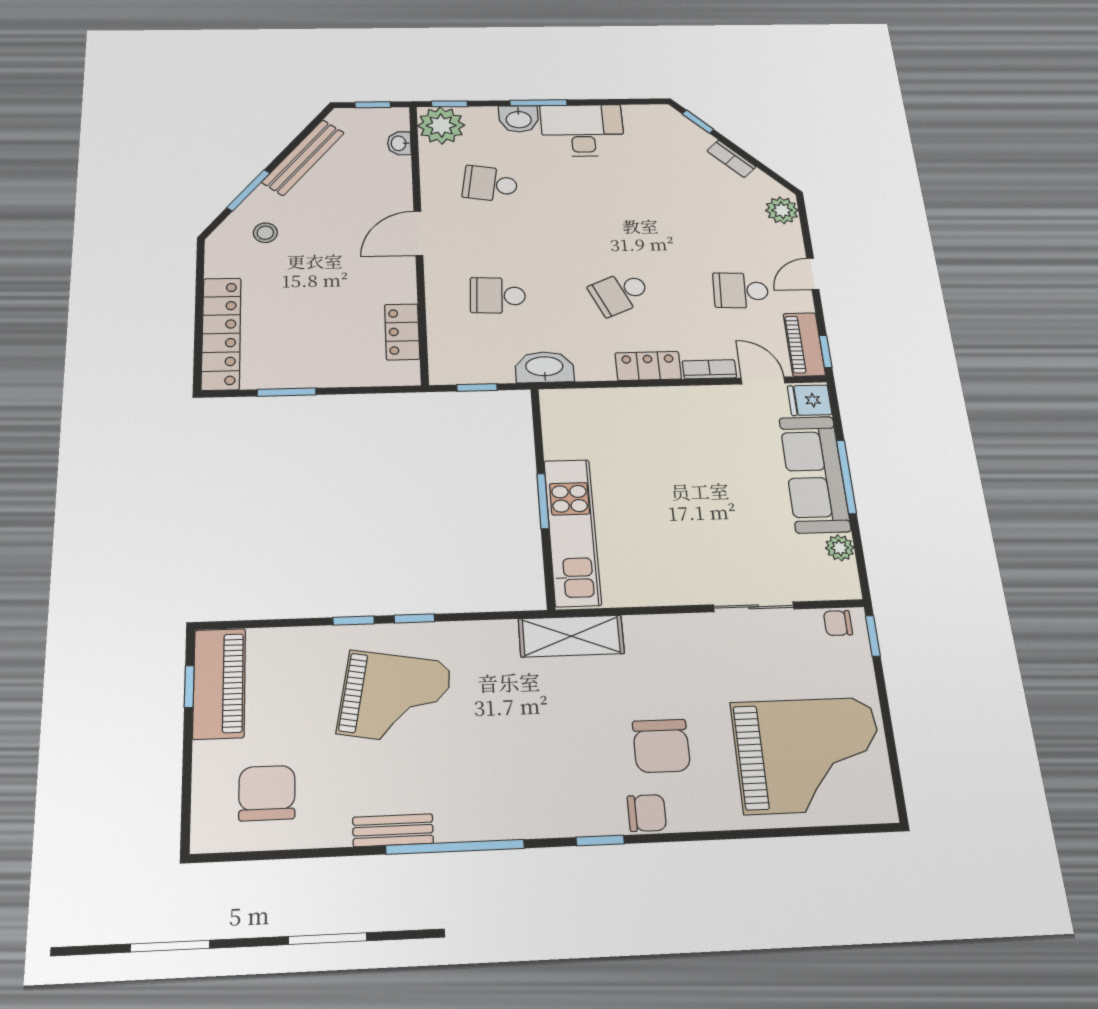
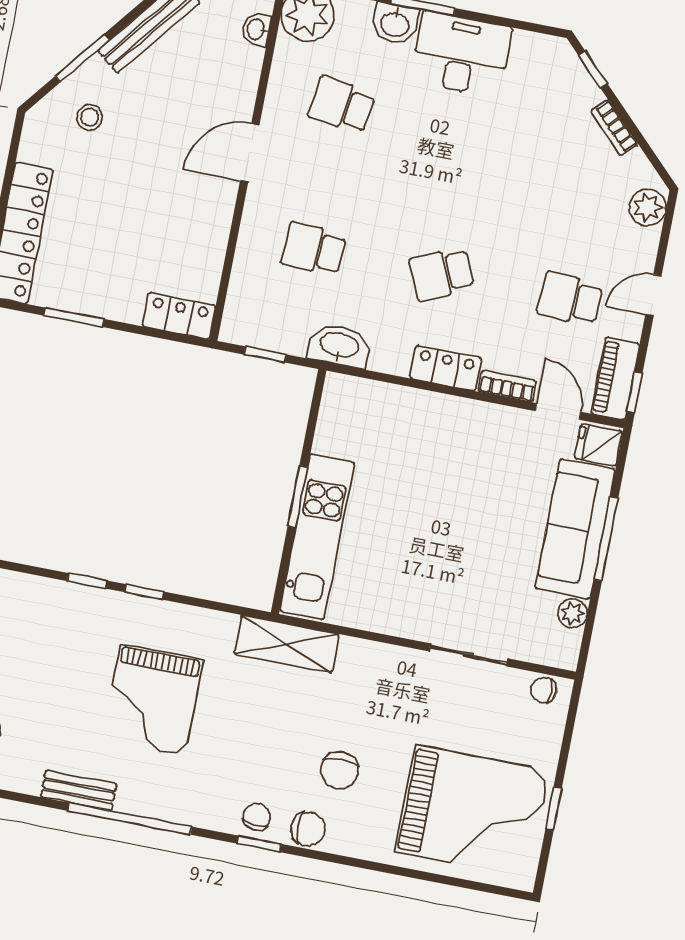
locker: (402, 332) -> (179, 316), moved, turned 90
window: (873, 636) -> (554, 808), moved
grand piano: (395, 698) -> (153, 700), moved, turned 80
chair: (661, 746) -> (340, 770), width x0.73, depth x0.73
chair: (589, 813) -> (257, 817), added

